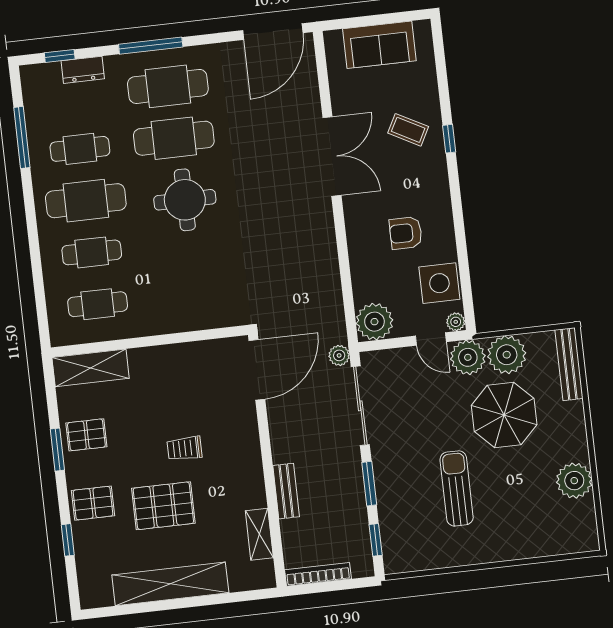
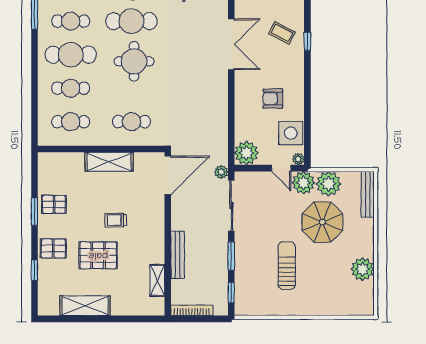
cafe table: (191, 294) -> (131, 122), added
shelving: (91, 368) -> (109, 162), moved
bench: (286, 491) -> (178, 255), width x1.36
shelving: (170, 584) -> (85, 306), width x0.68

